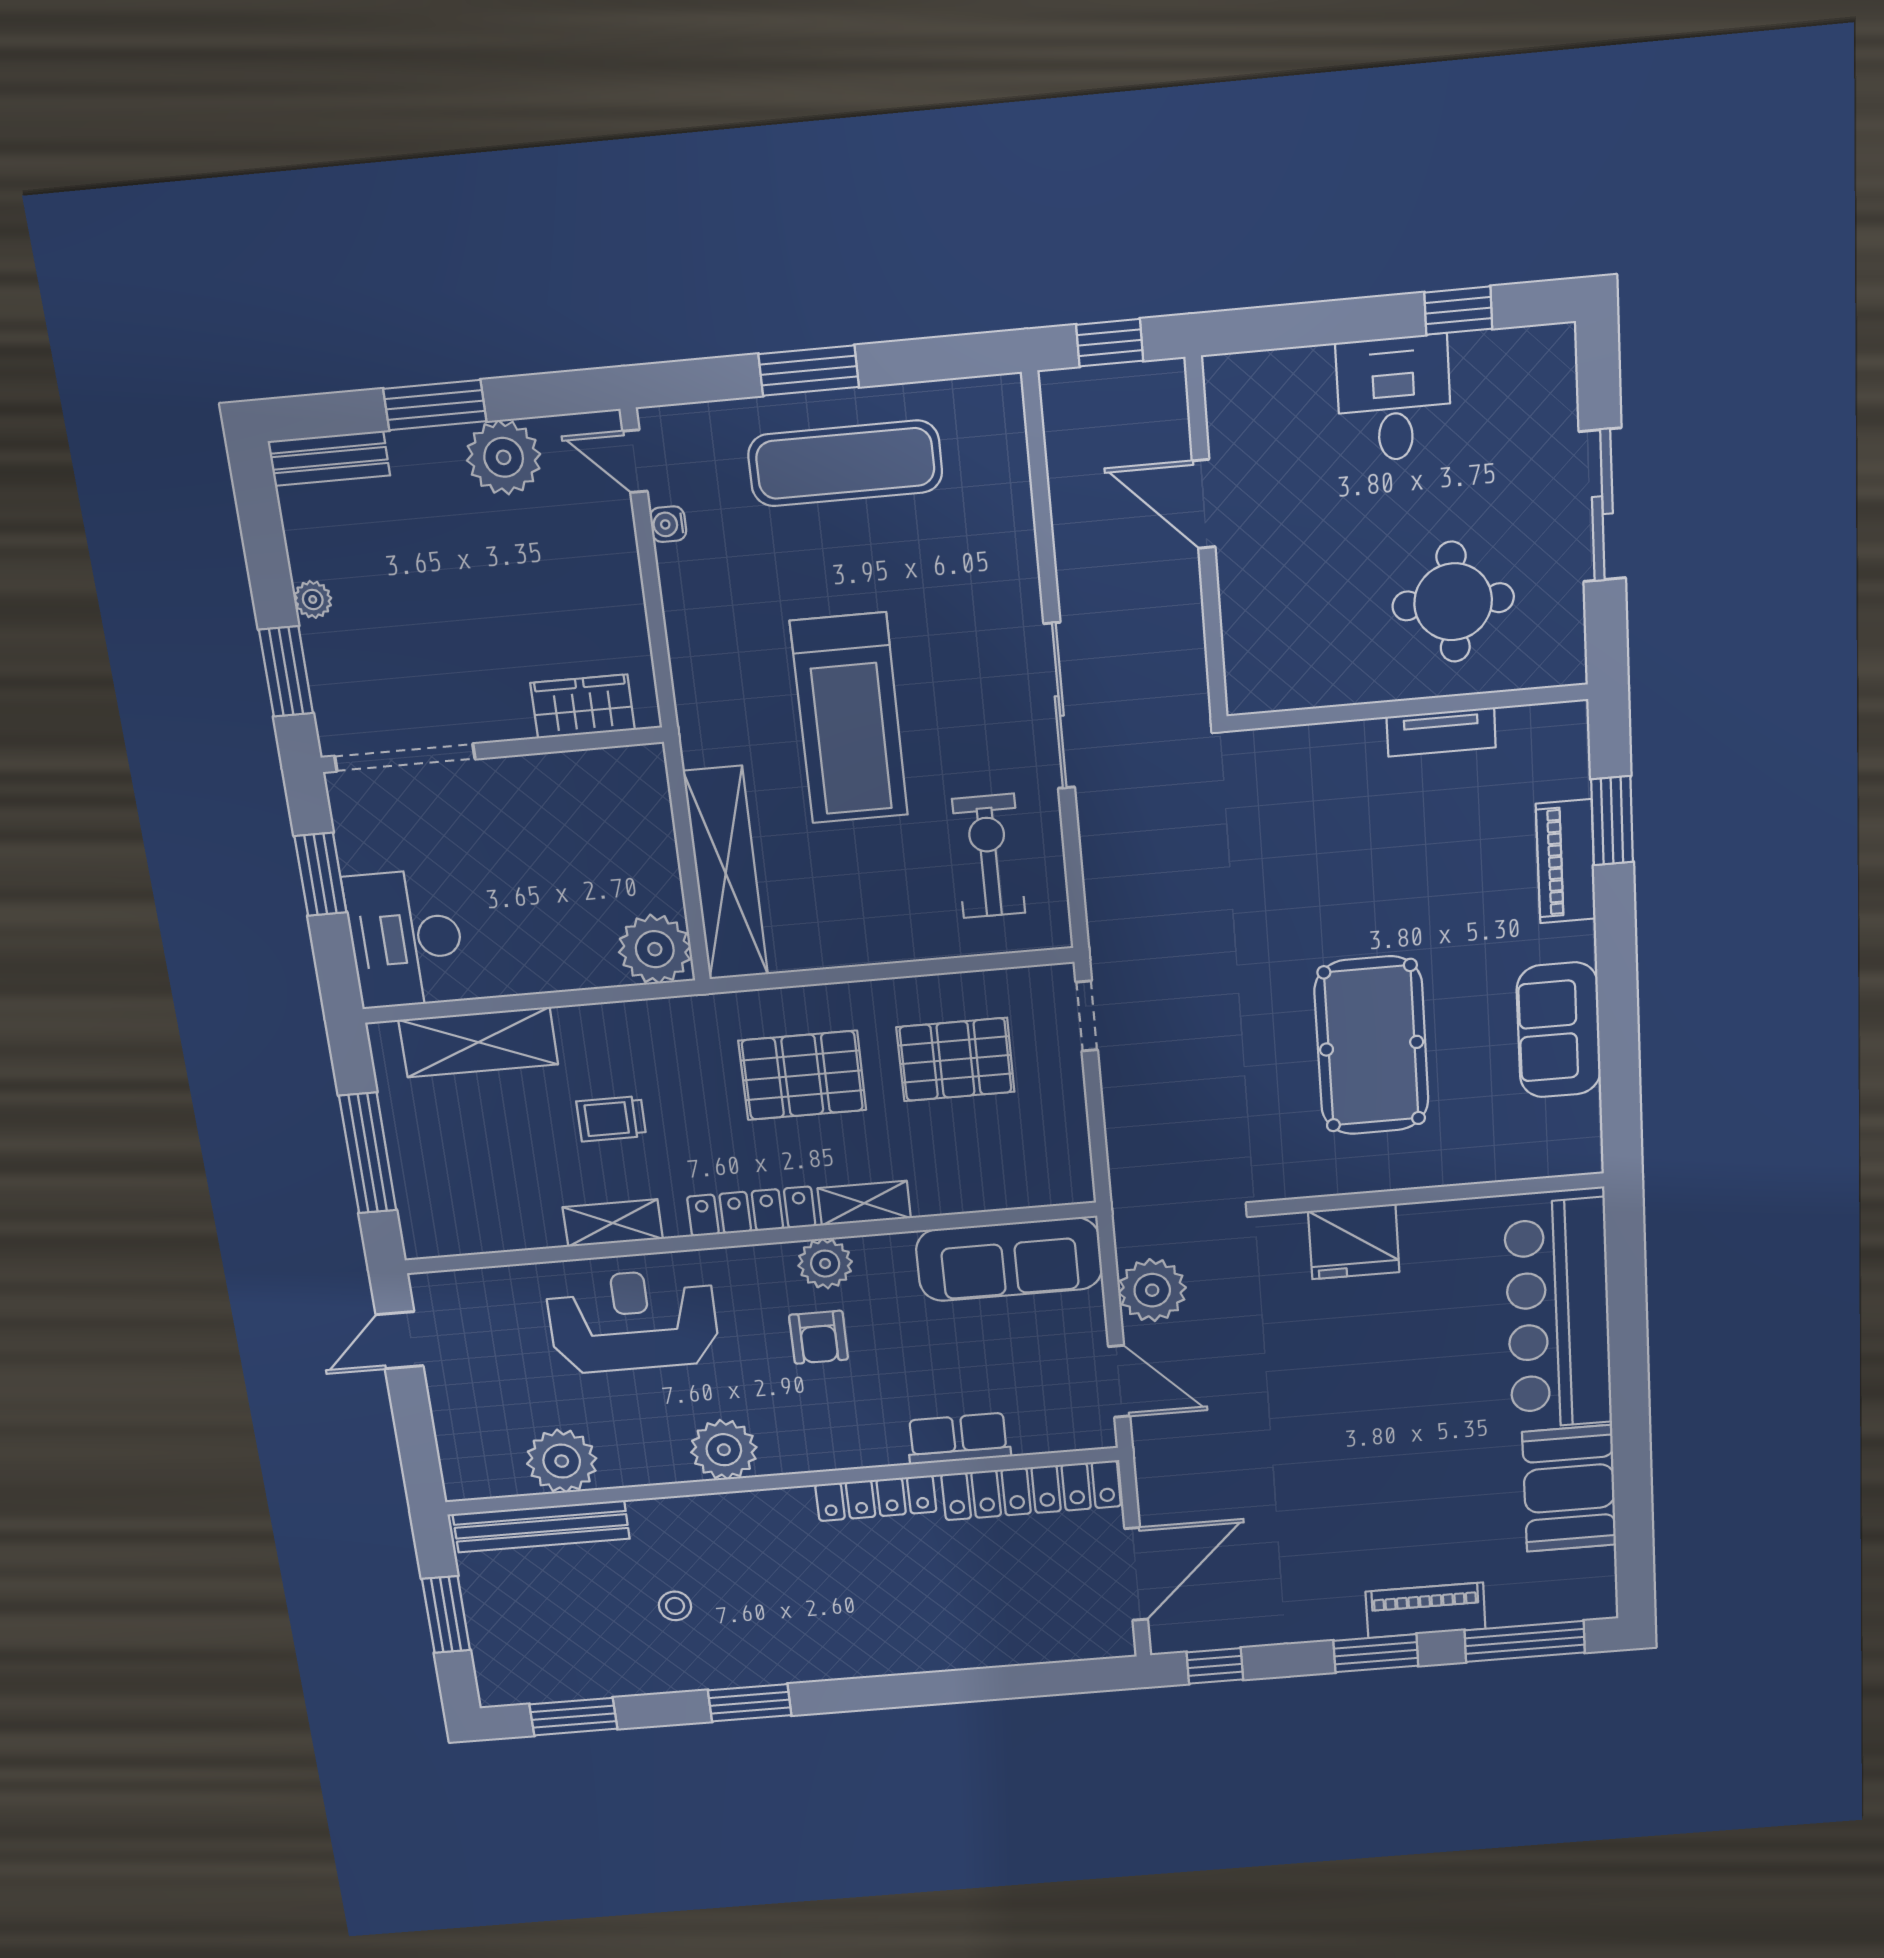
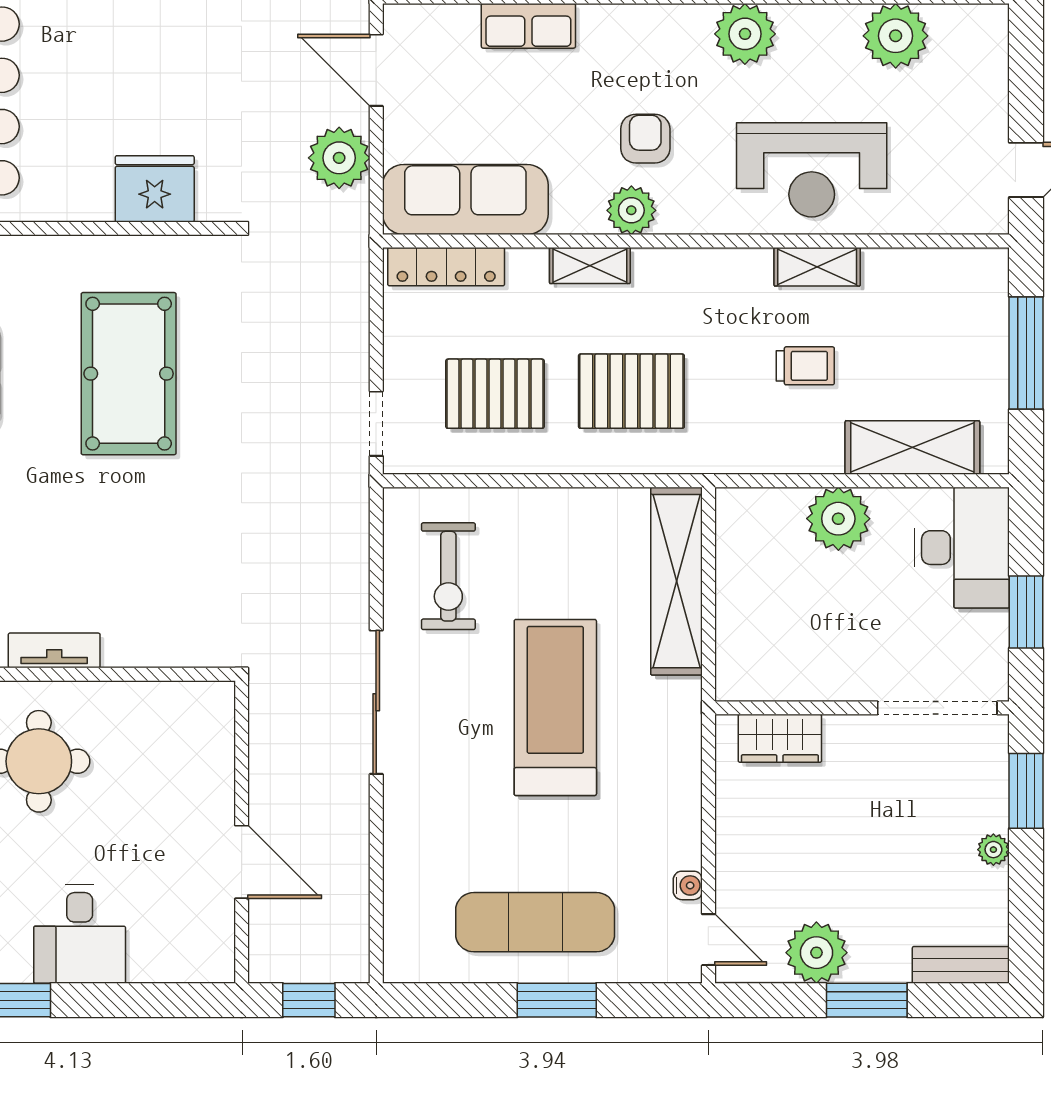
plant: (655, 949) -> (838, 519), moved
locker: (751, 1211) -> (446, 267), moved

